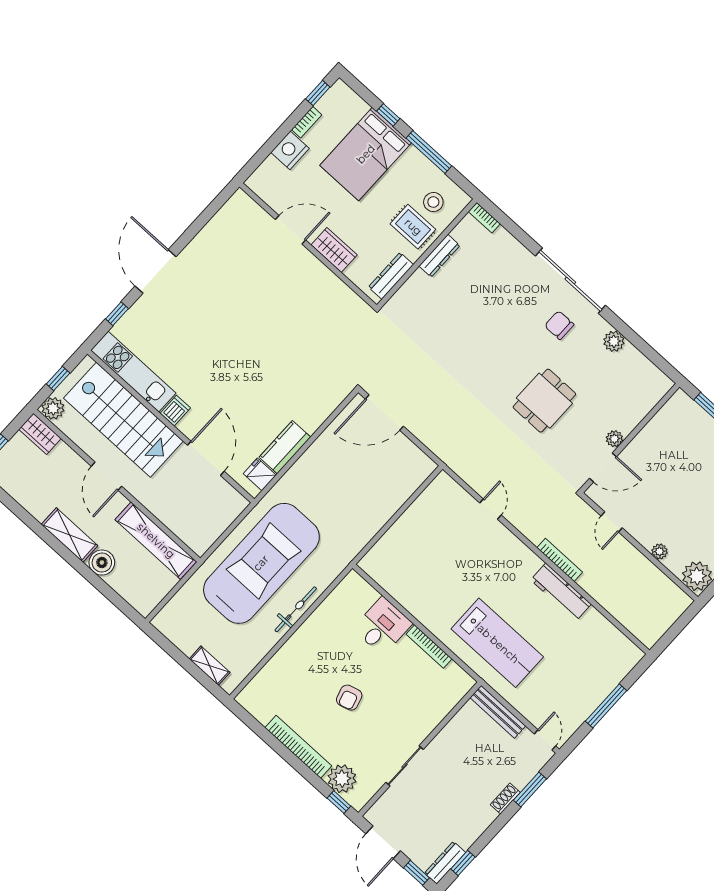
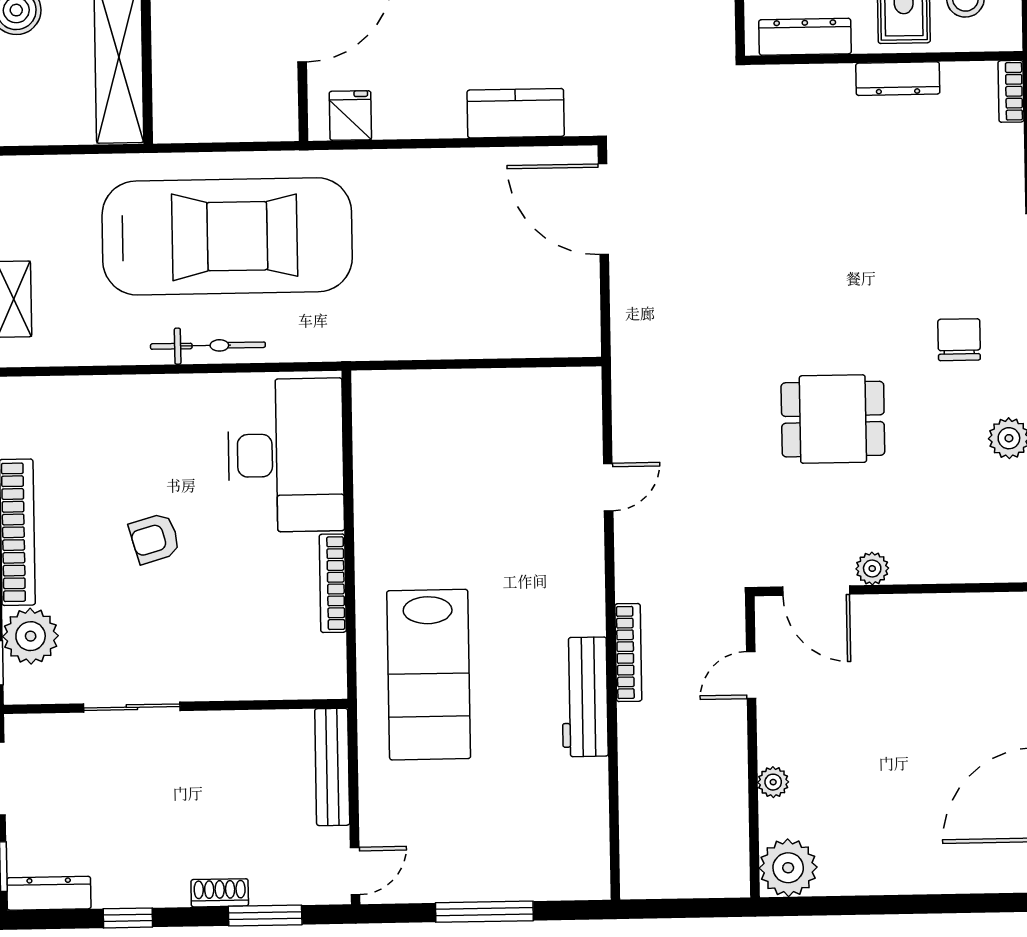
kitchen counter: (285, 447) -> (516, 113), moved
desk: (383, 626) -> (286, 455), width x1.87, depth x1.30
window: (463, 863) -> (128, 918), moved

